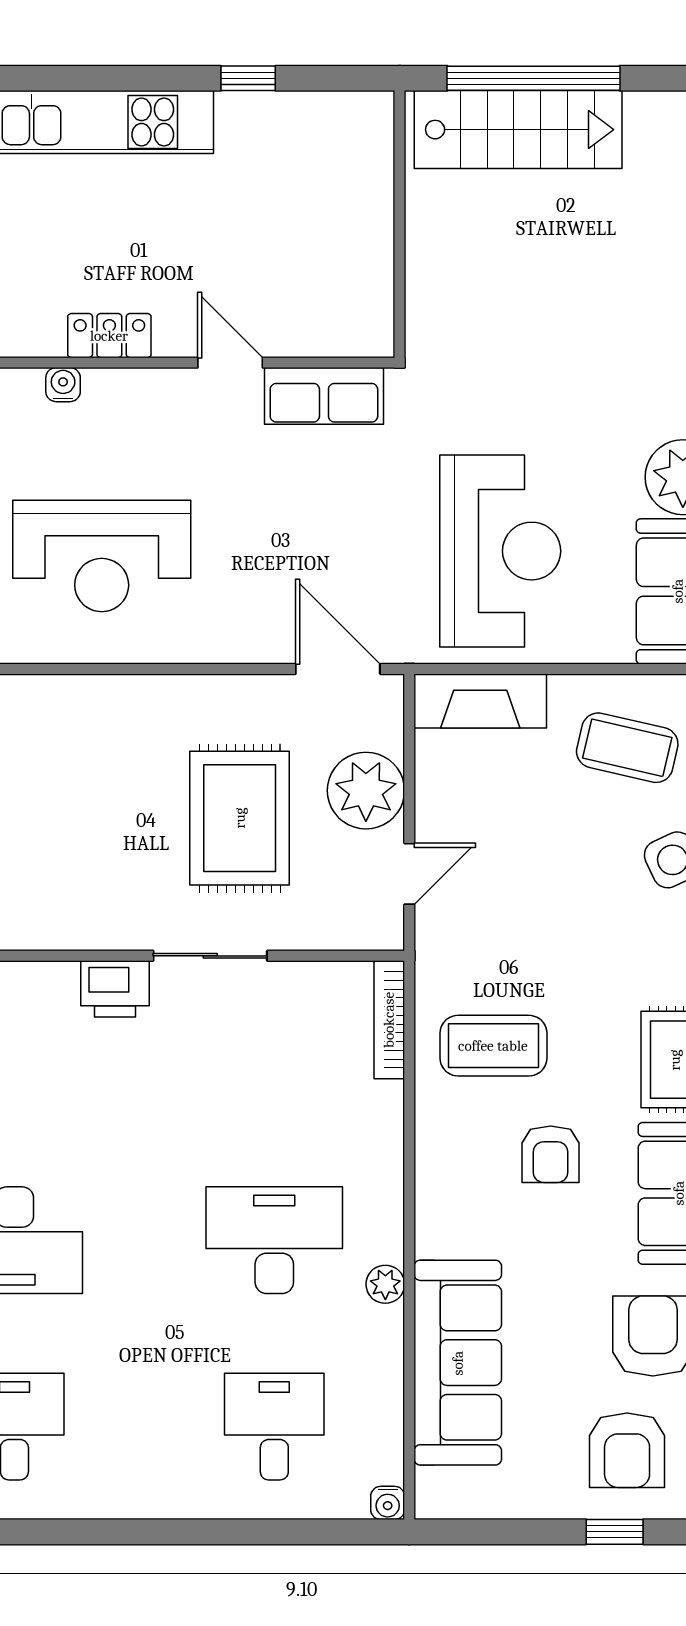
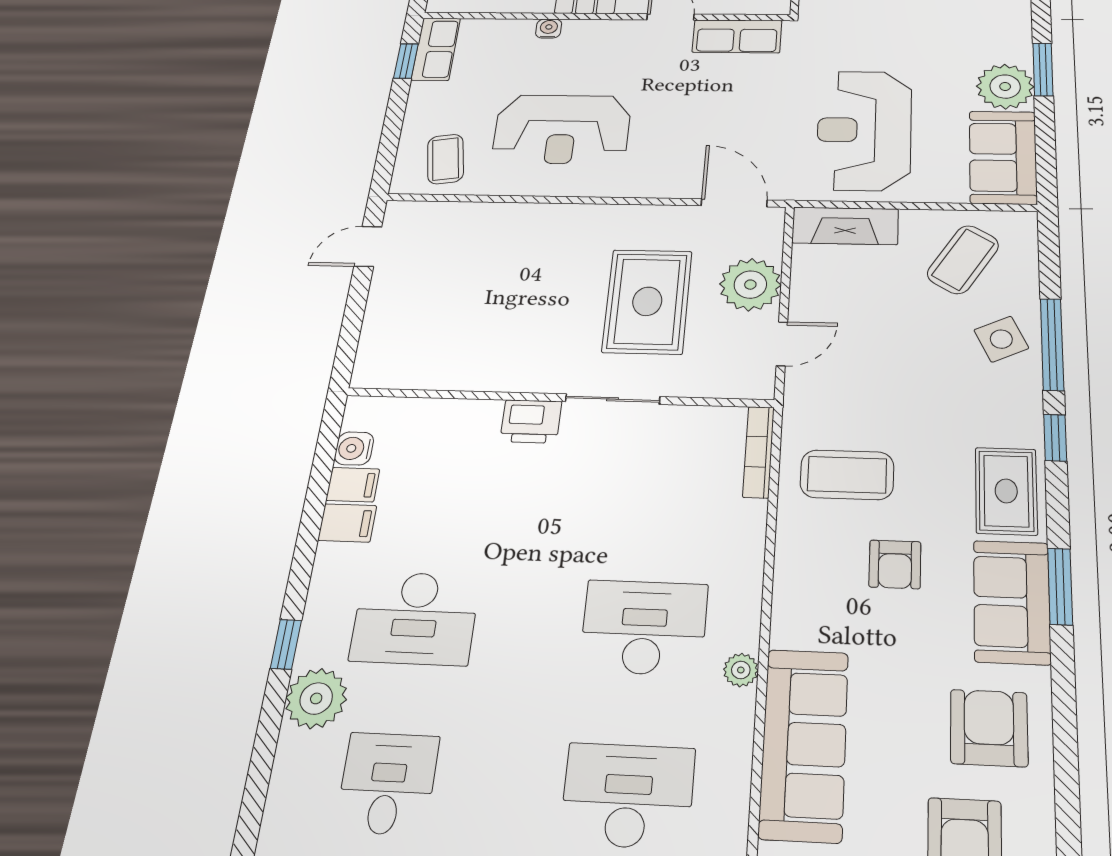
reception desk: (500, 551) -> (864, 130), turned 180
coffee table: (627, 748) -> (963, 260), turned -71
desk: (274, 1427) -> (628, 796), width x1.37

